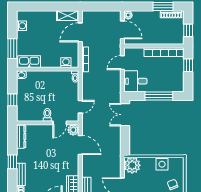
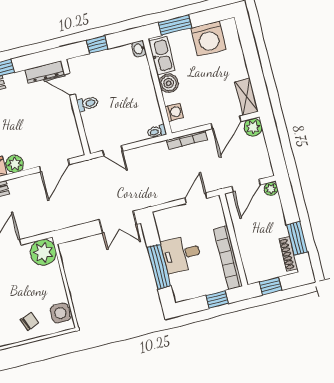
plant: (88, 16) -> (253, 127), added
washing machine: (22, 26) -> (209, 39), width x1.89, depth x1.89
door: (80, 32) -> (226, 122), swing flipped
boiler: (47, 62) -> (169, 83), added
door: (122, 63) -> (196, 198), hinge flipped
desk: (135, 81) -> (181, 254), moved, turned -90
double door: (125, 115) -> (118, 222), swing flipped
door: (60, 123) -> (70, 84), moved
plant: (73, 130) -> (15, 164), moved
side table: (162, 164) -> (60, 313), moved

